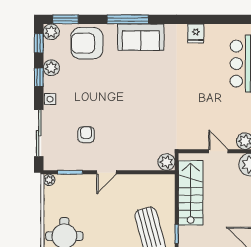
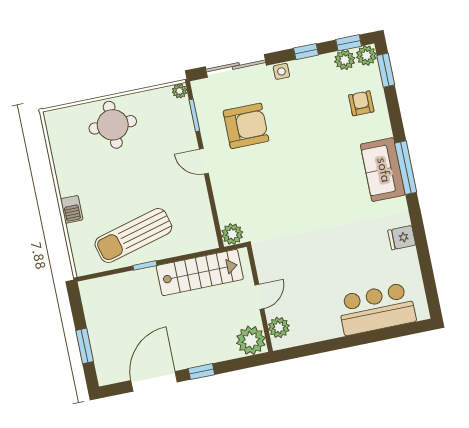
window: (128, 19) -> (406, 168), moved
armchair: (87, 43) -> (361, 103), width x0.53, depth x0.53
plant: (51, 68) -> (345, 60), moved
armchair: (86, 135) -> (246, 126), width x1.88, depth x1.88

